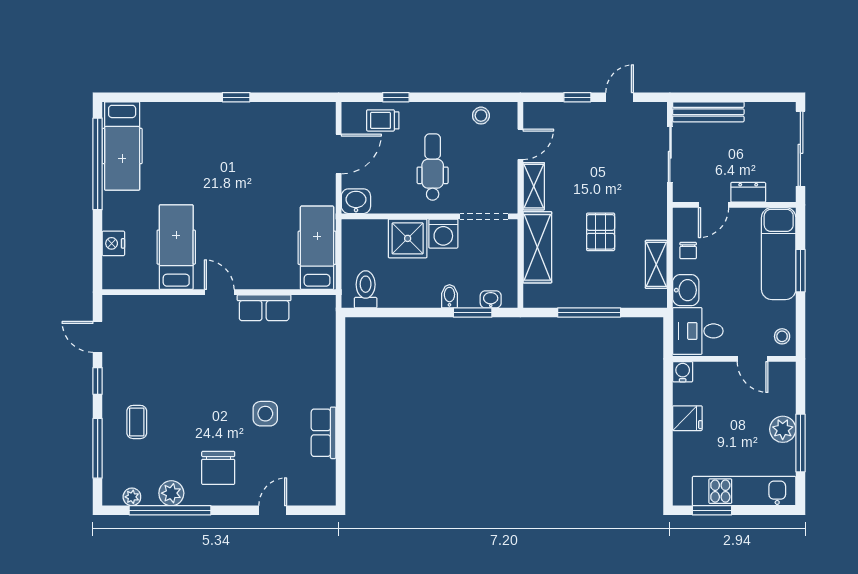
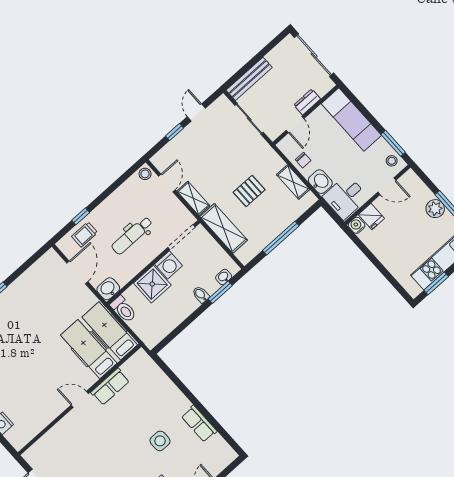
stool: (481, 116) -> (145, 174), moved
dental chair: (433, 167) -> (132, 235), turned -90
pallet: (601, 232) -> (249, 191), turned 90
hospital bed: (176, 247) -> (89, 349), moved
window: (800, 271) -> (393, 143), moved
toilet: (366, 289) -> (123, 309), moved, turned 180
fridge: (687, 418) -> (371, 216), moved, turned 90

